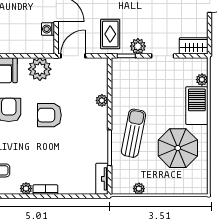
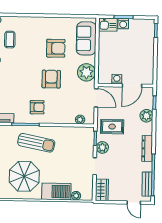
plant: (102, 100) -> (80, 120), moved
armchair: (87, 133) -> (37, 107), added

